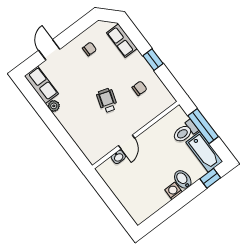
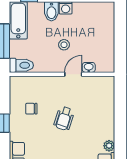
toilet: (185, 132) -> (21, 65), moved
stool: (152, 160) -> (64, 45), added

